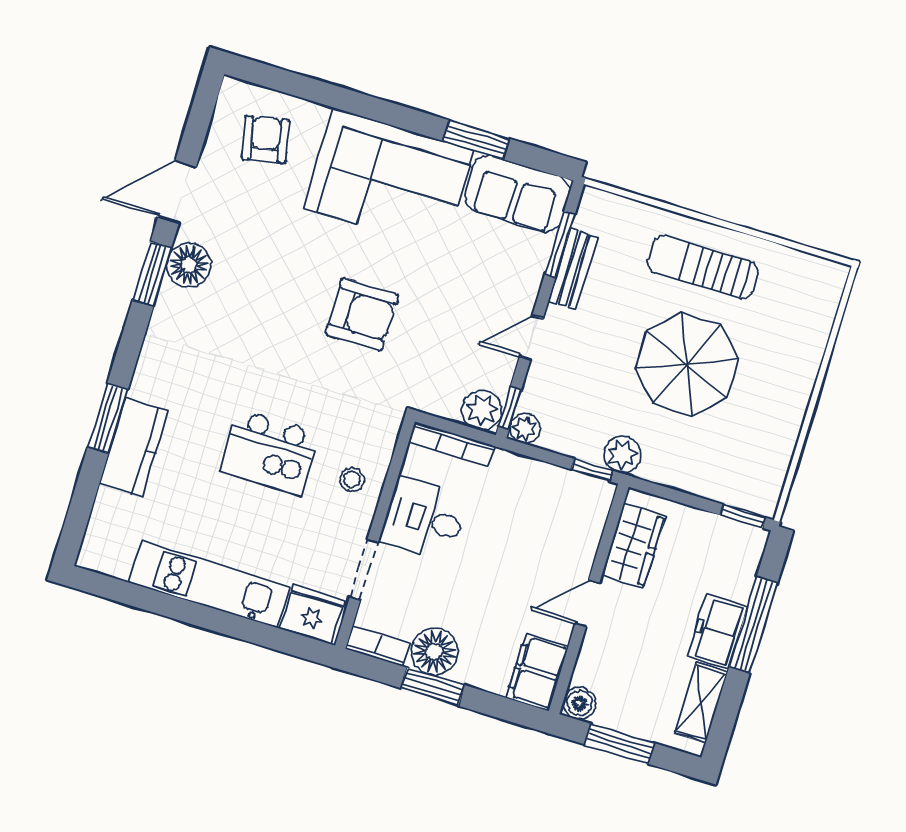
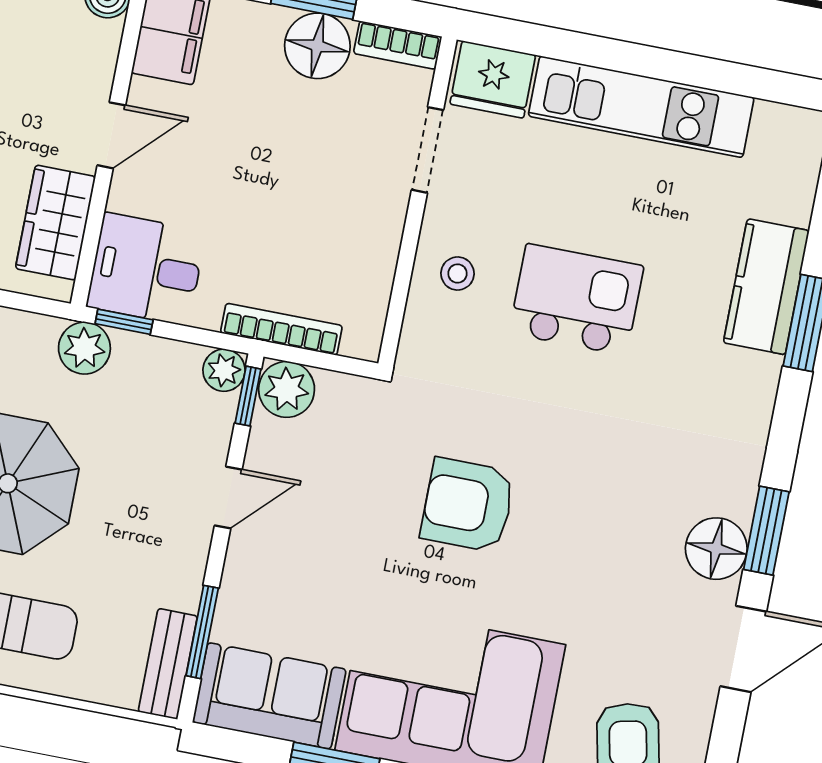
bench: (573, 269) -> (168, 664), moved
bookcase: (452, 444) -> (281, 329), moved
desk: (424, 519) -> (146, 269), moved, turned 180

